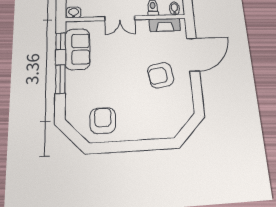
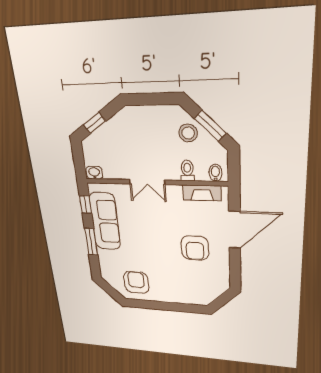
sofa: (77, 49) -> (105, 221), width x1.36
armchair: (161, 75) -> (195, 248), turned -80

